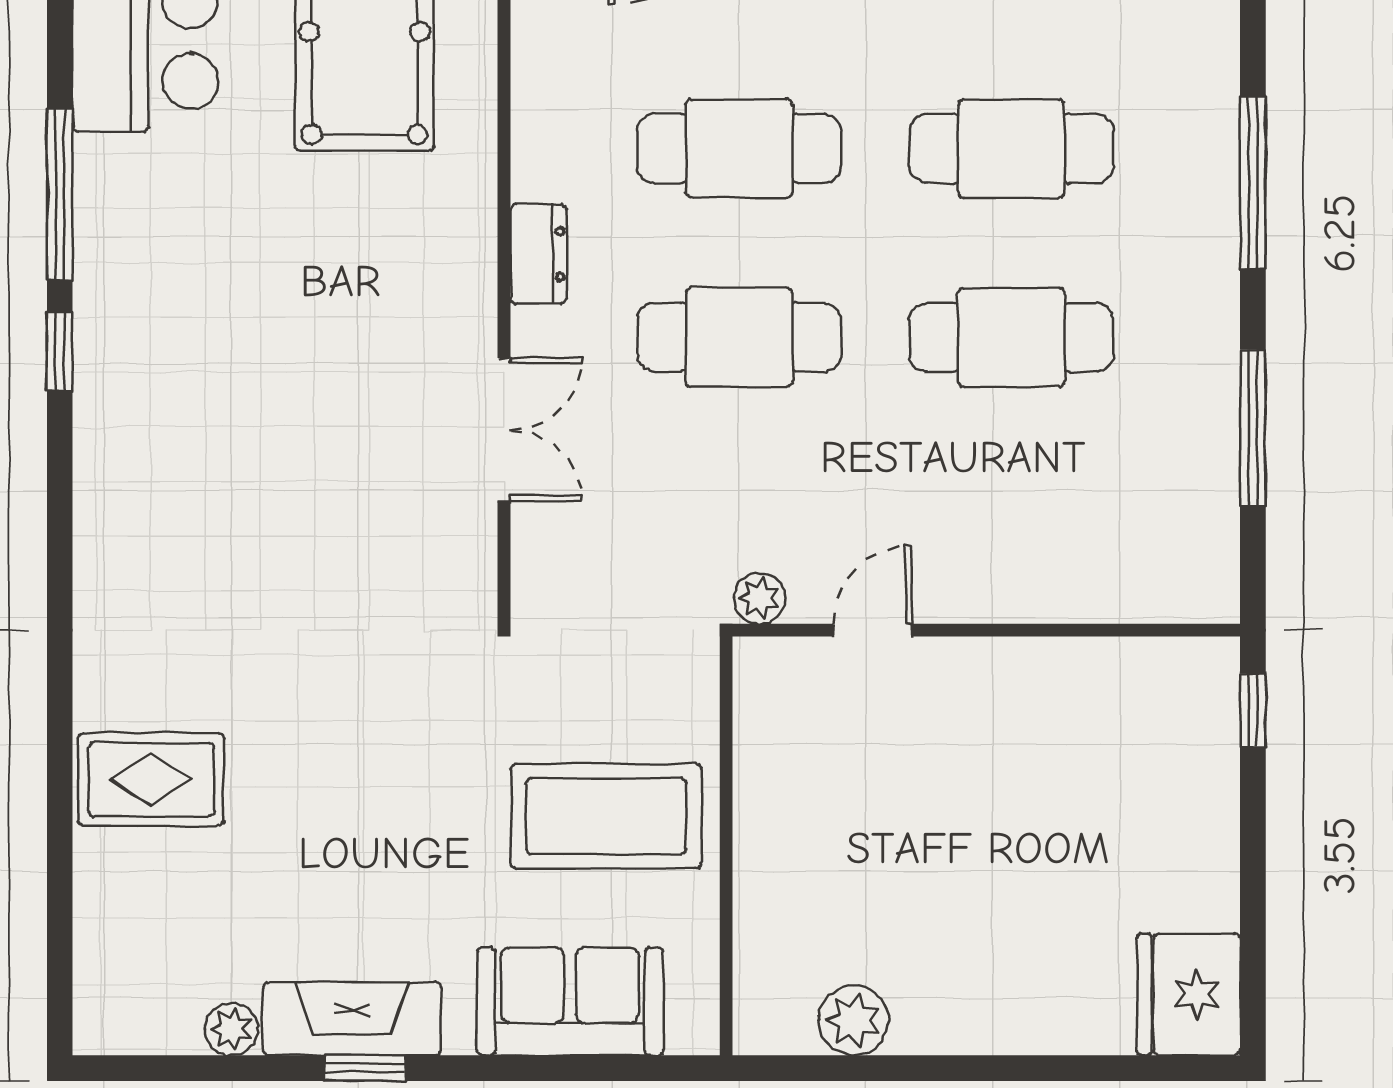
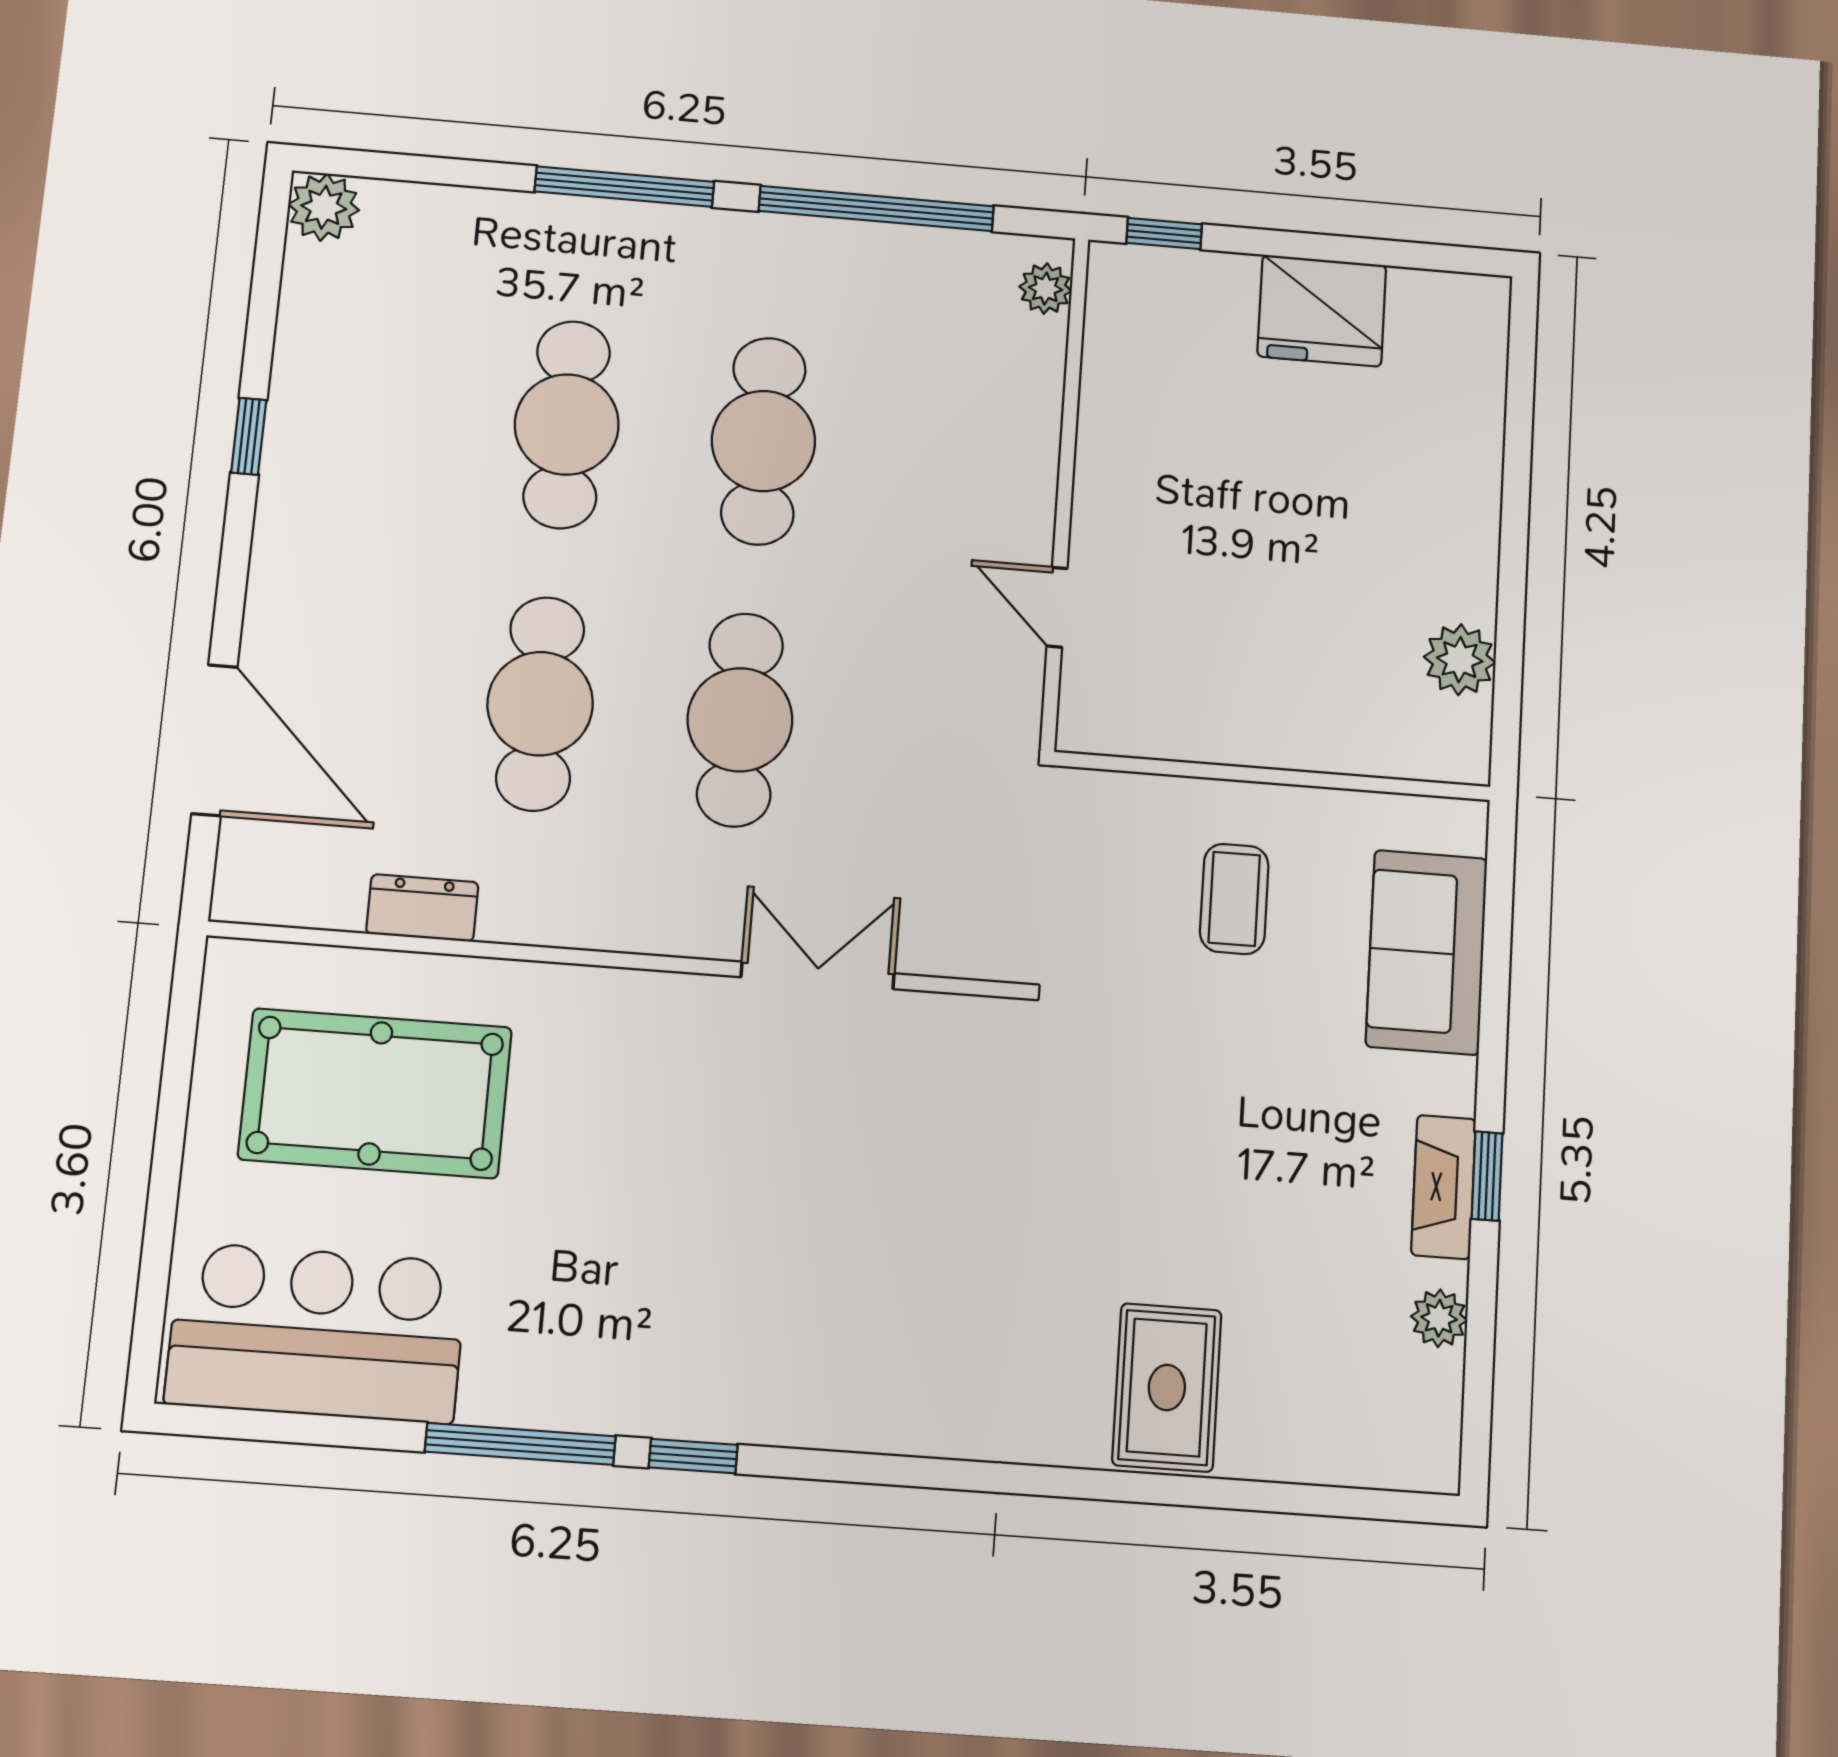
dresser: (538, 254) -> (422, 908), moved
window: (1253, 428) -> (876, 209), width x1.46
plant: (760, 598) -> (1046, 289), moved
coffee table: (606, 816) -> (1234, 899), width x0.54, depth x0.58
fridge: (1189, 994) -> (1322, 311), moved
fireplace: (352, 1019) -> (1444, 1187), width x0.73, depth x0.76

